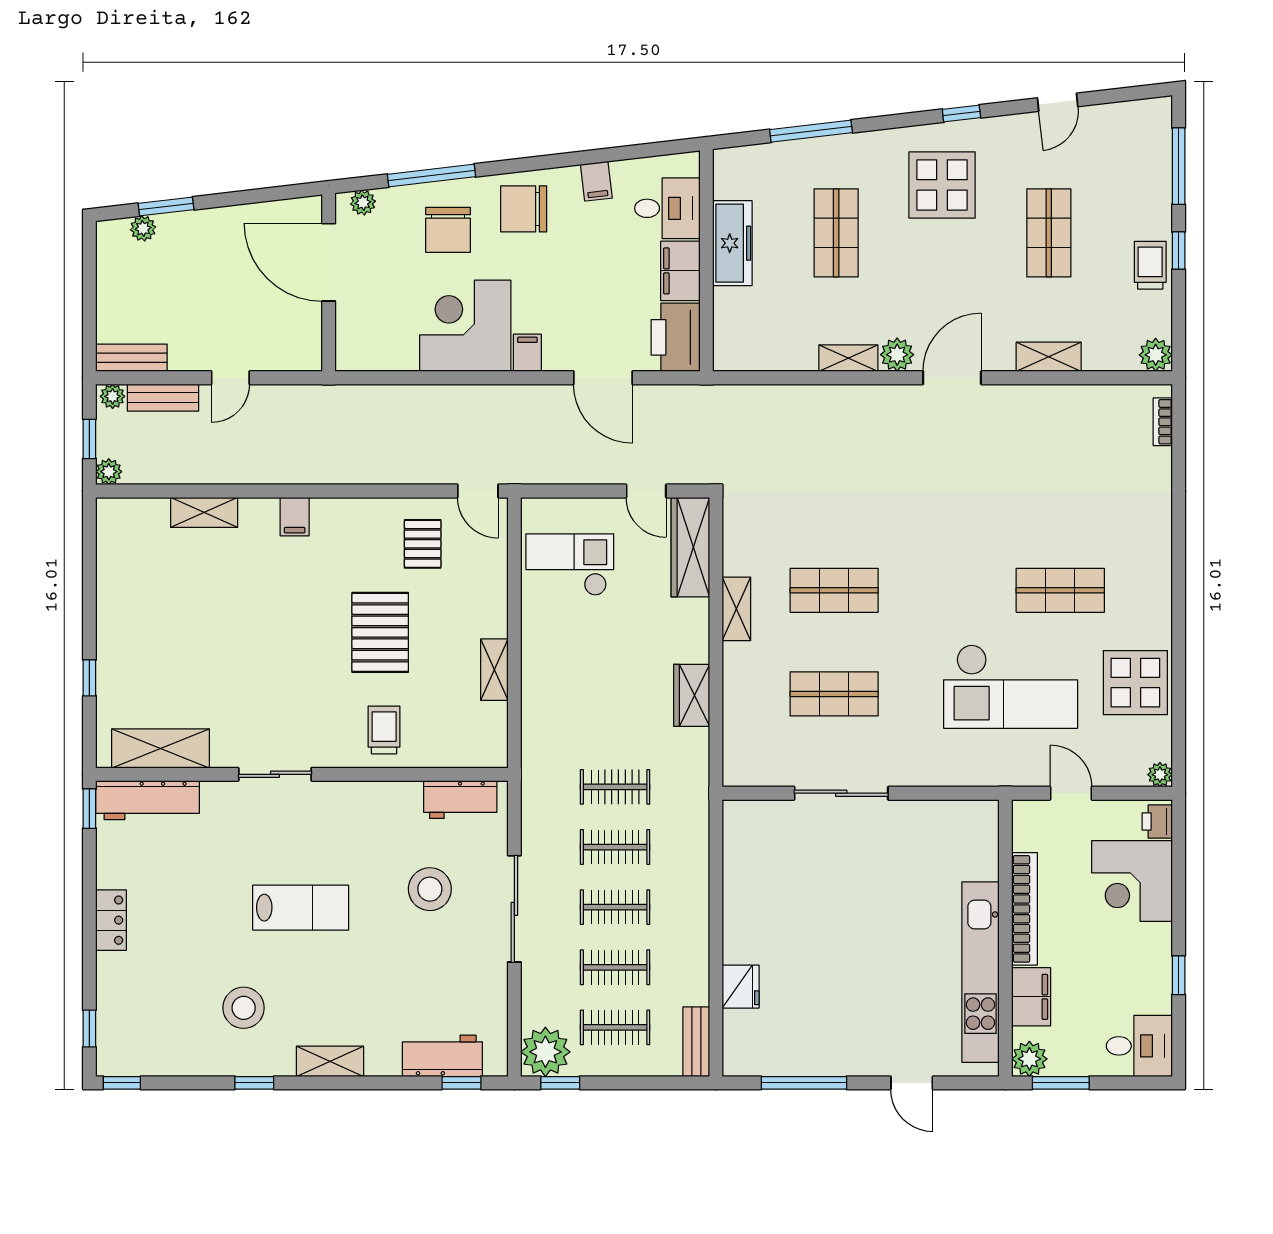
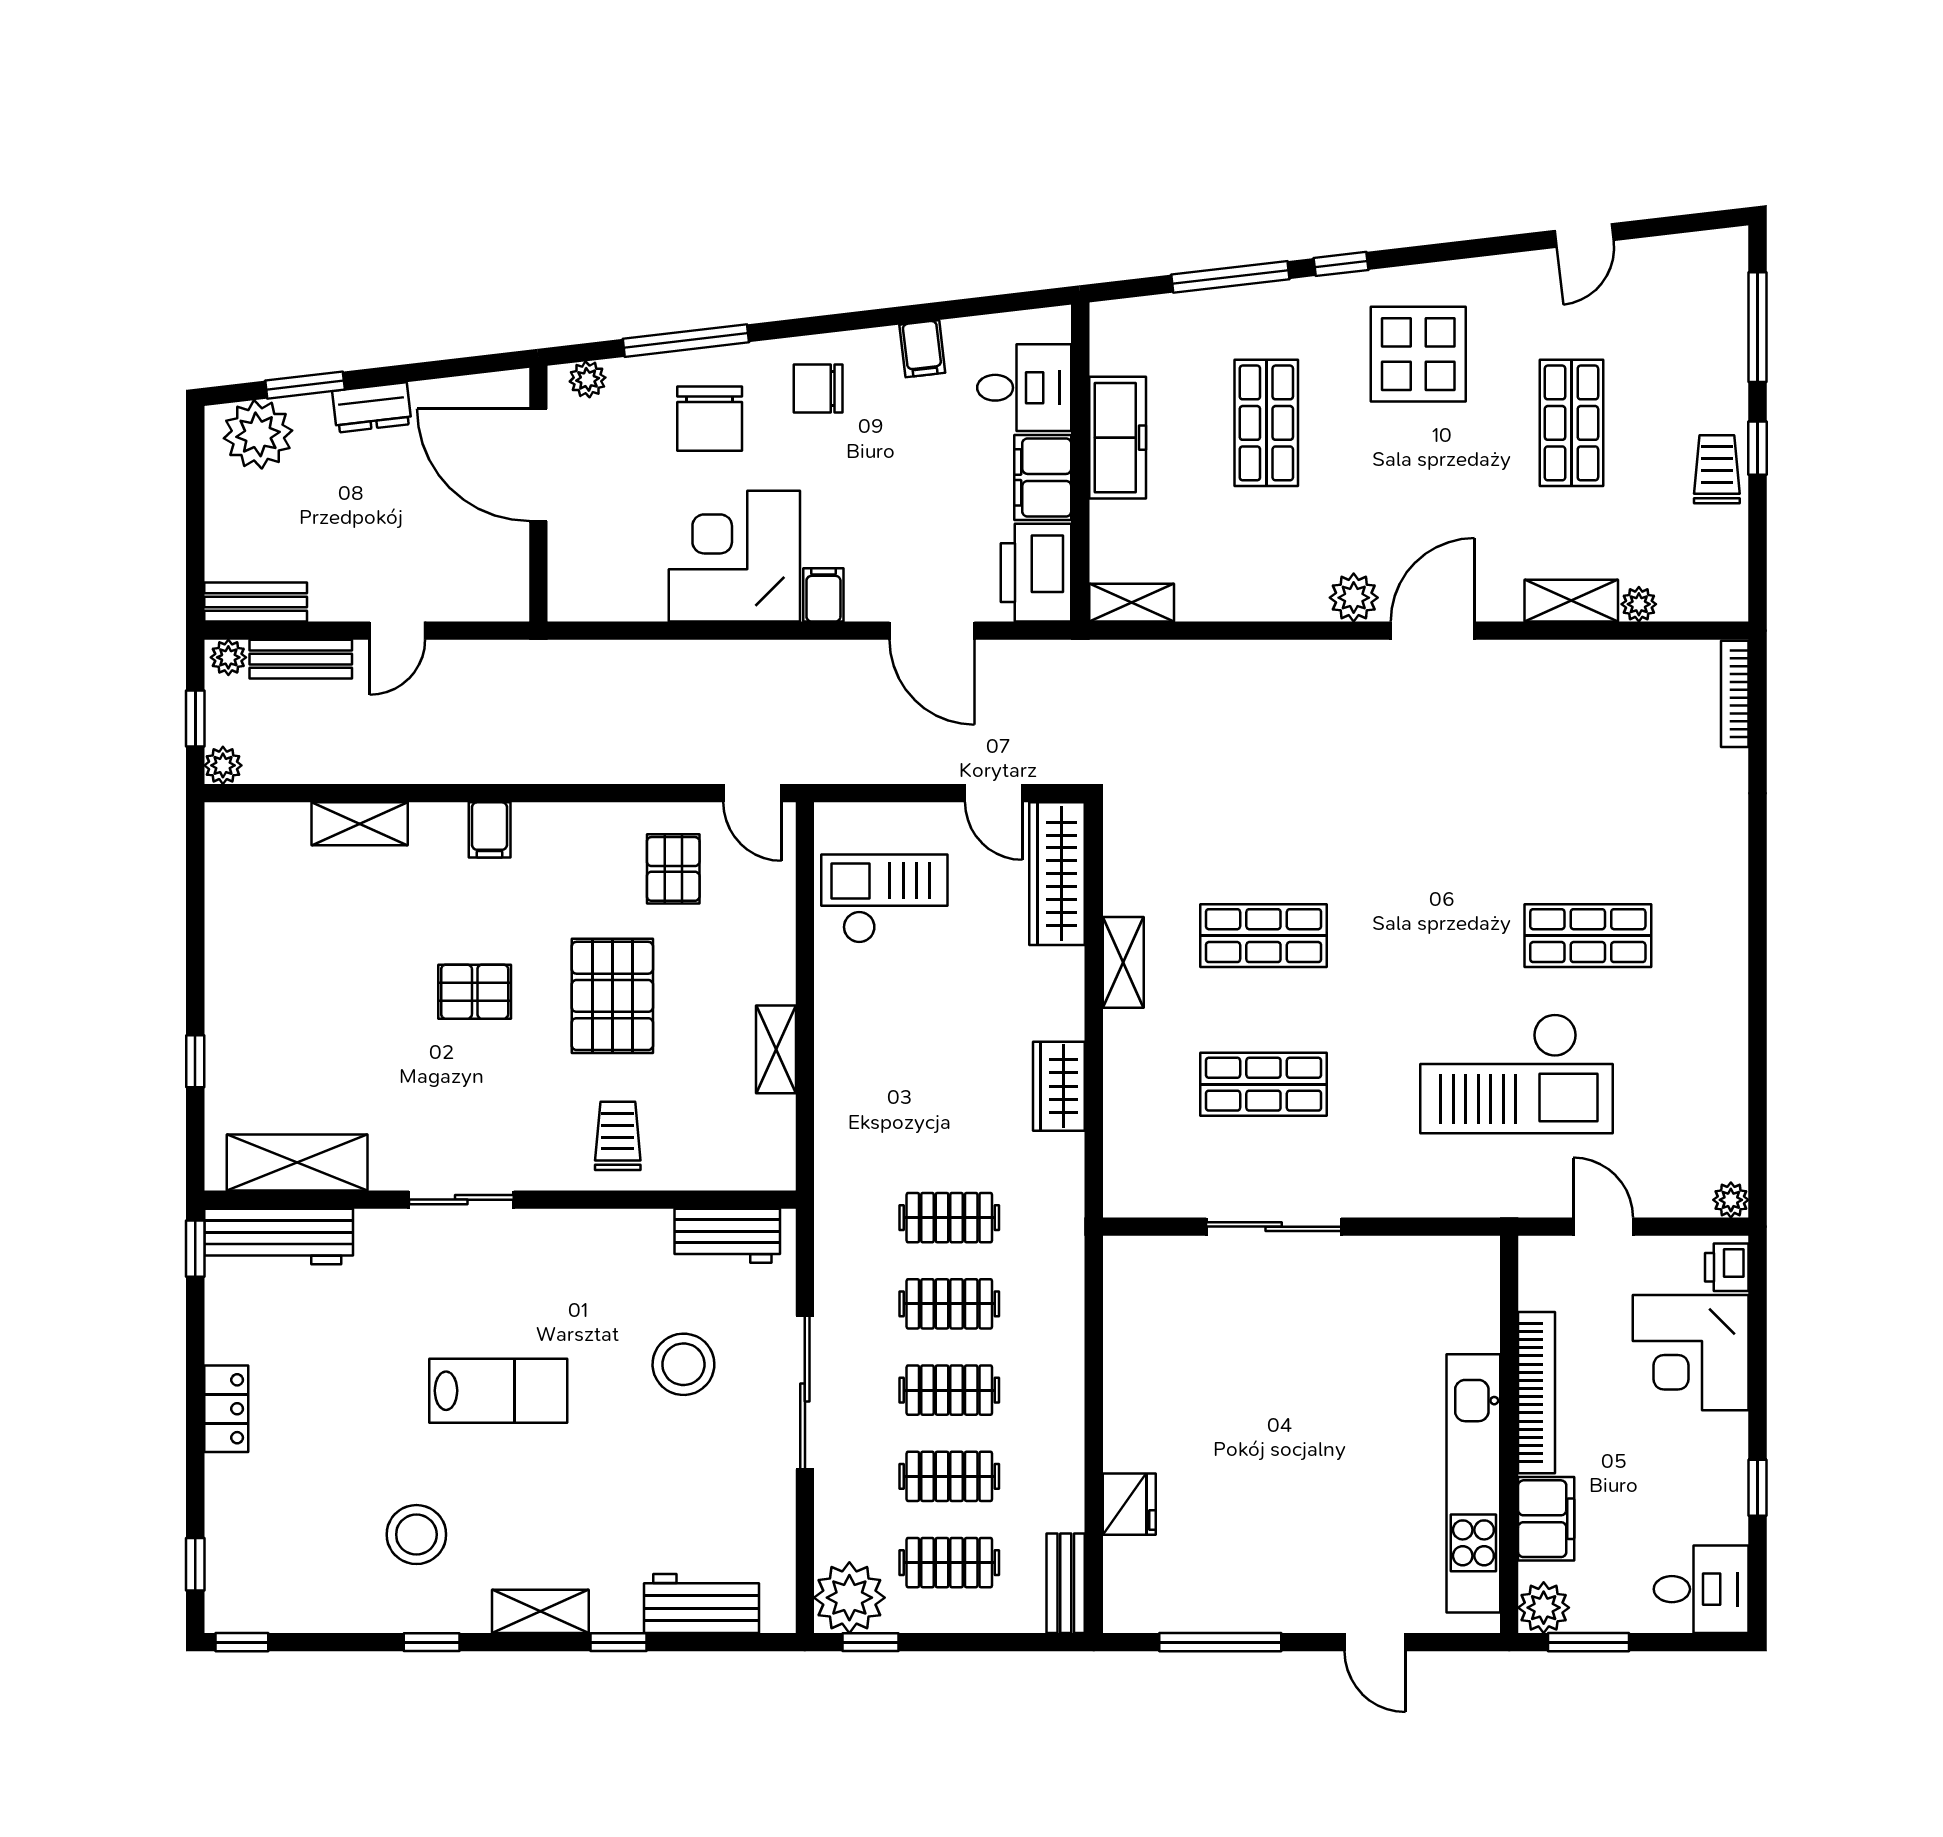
window: (961, 113) -> (1341, 264), moved
chair: (524, 209) -> (818, 388), width x0.73, depth x0.73
dresser: (213, 222) -> (372, 408), added
plant: (143, 228) -> (258, 434), width x1.87, depth x1.87
plant: (1156, 355) -> (1639, 604), moved, width x0.73, depth x0.73
shelving: (848, 358) -> (1132, 603), moved
bookcase: (1163, 422) -> (1735, 694), width x1.56
pallet: (284, 629) -> (475, 992), added
display table: (1135, 683) -> (1696, 1068), removed
window: (461, 1083) -> (618, 1642), moved

